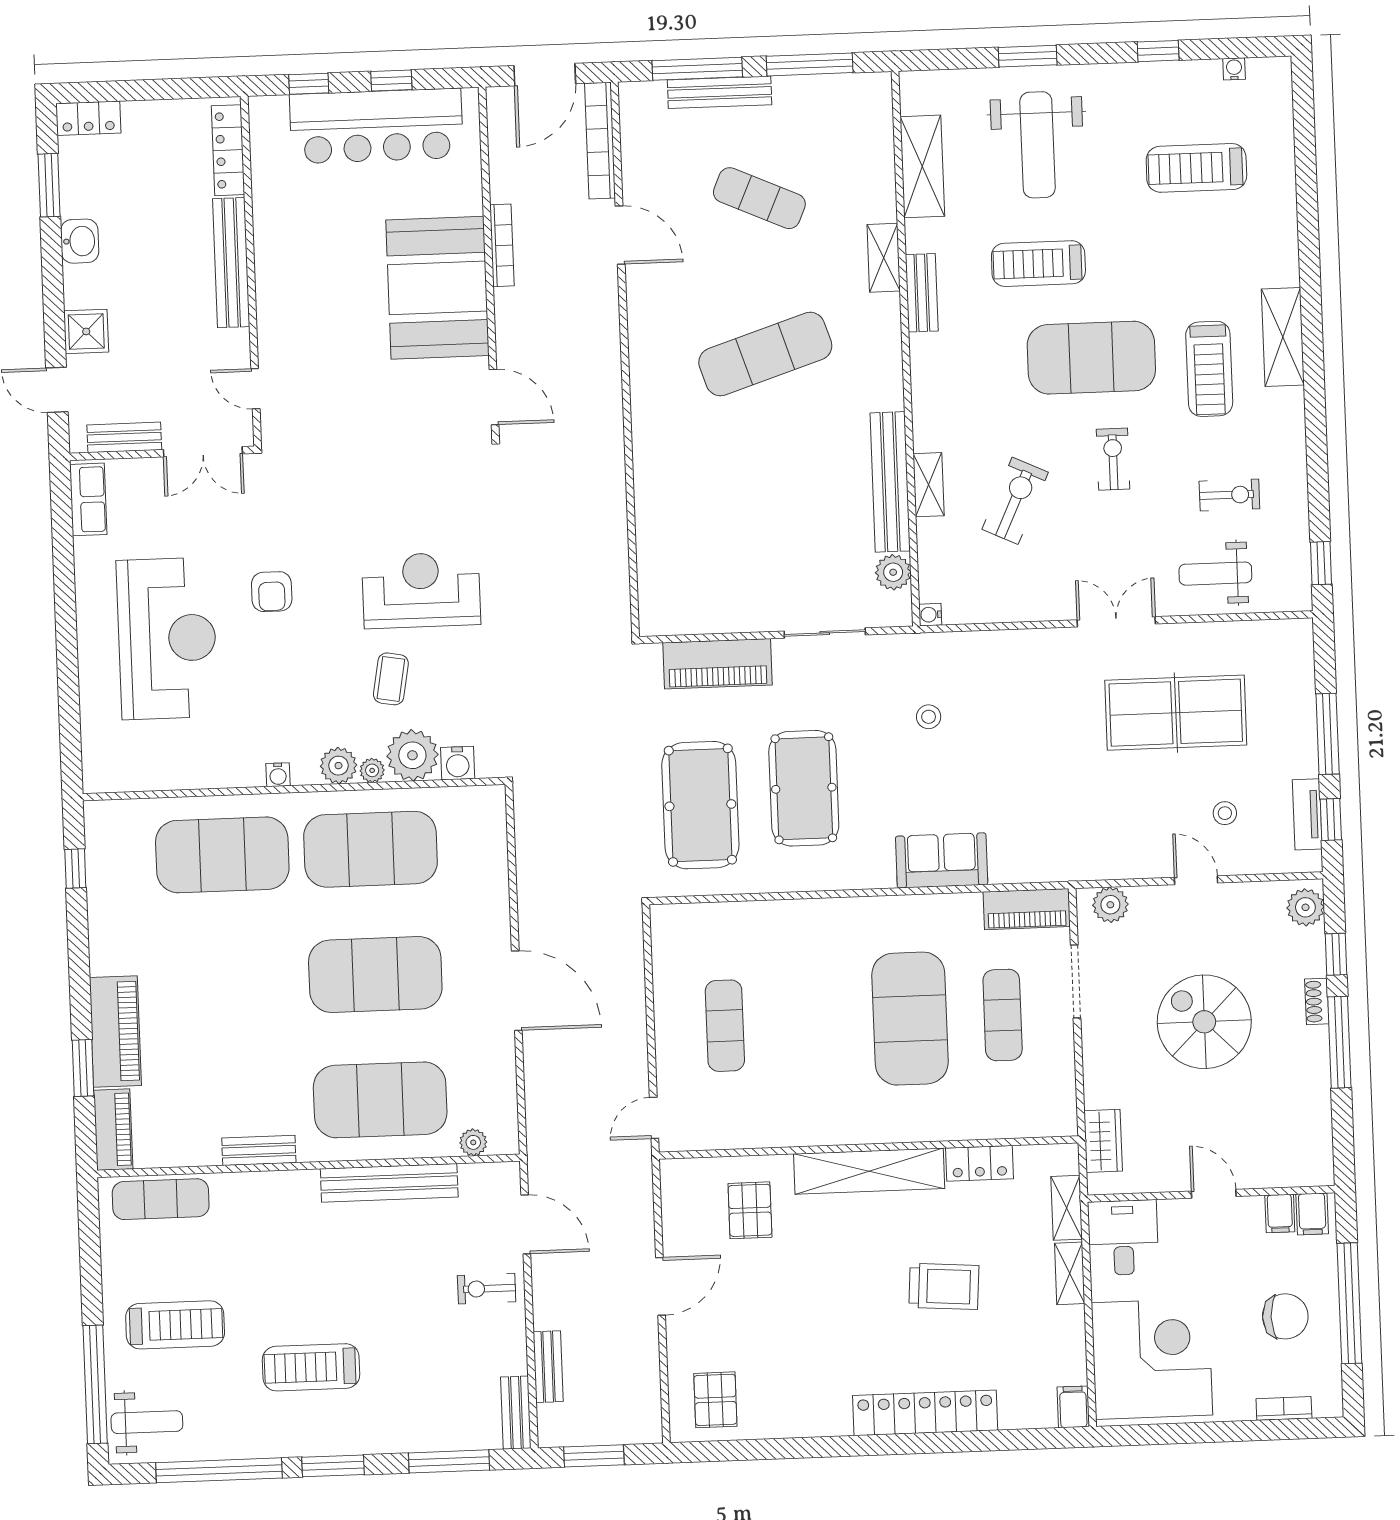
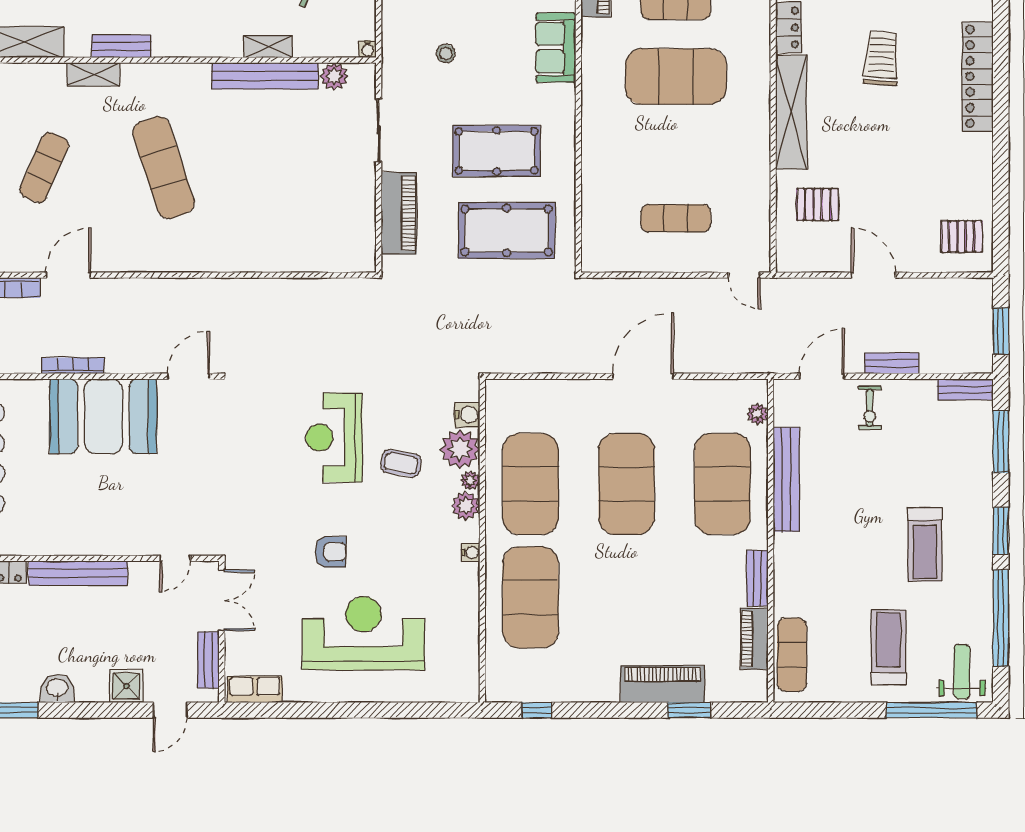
piano: (113, 1130) -> (754, 639), moved, turned -90
bench: (548, 1367) -> (892, 363), moved

